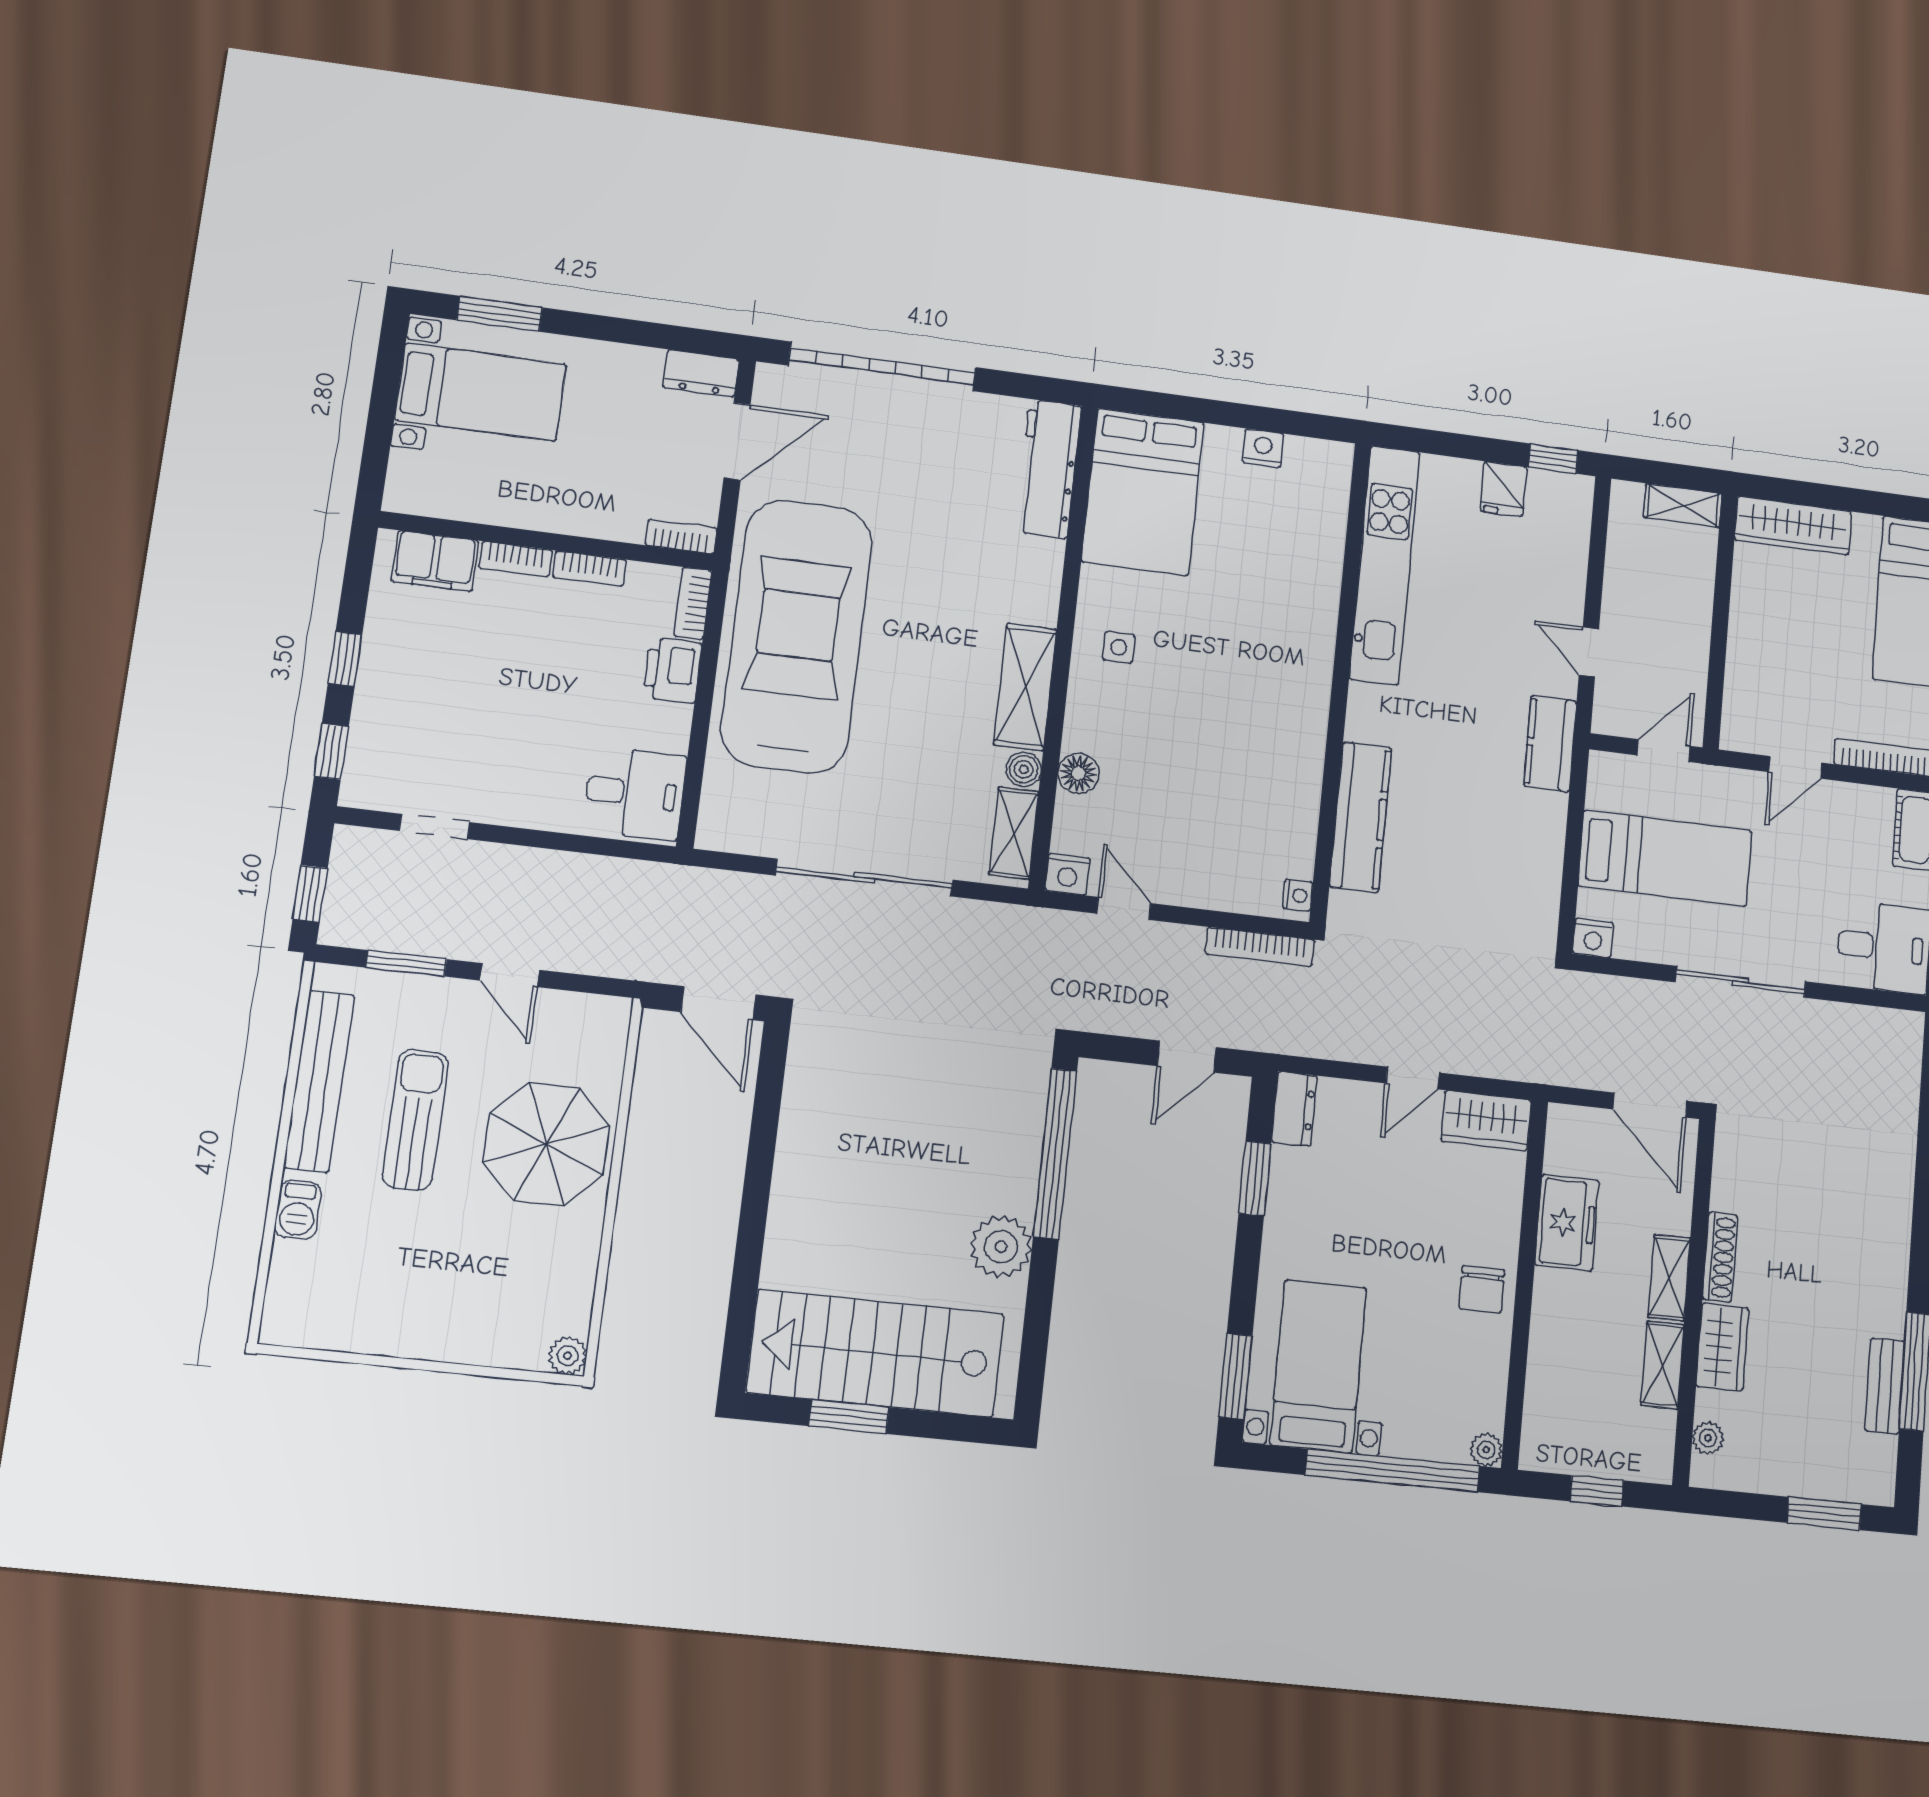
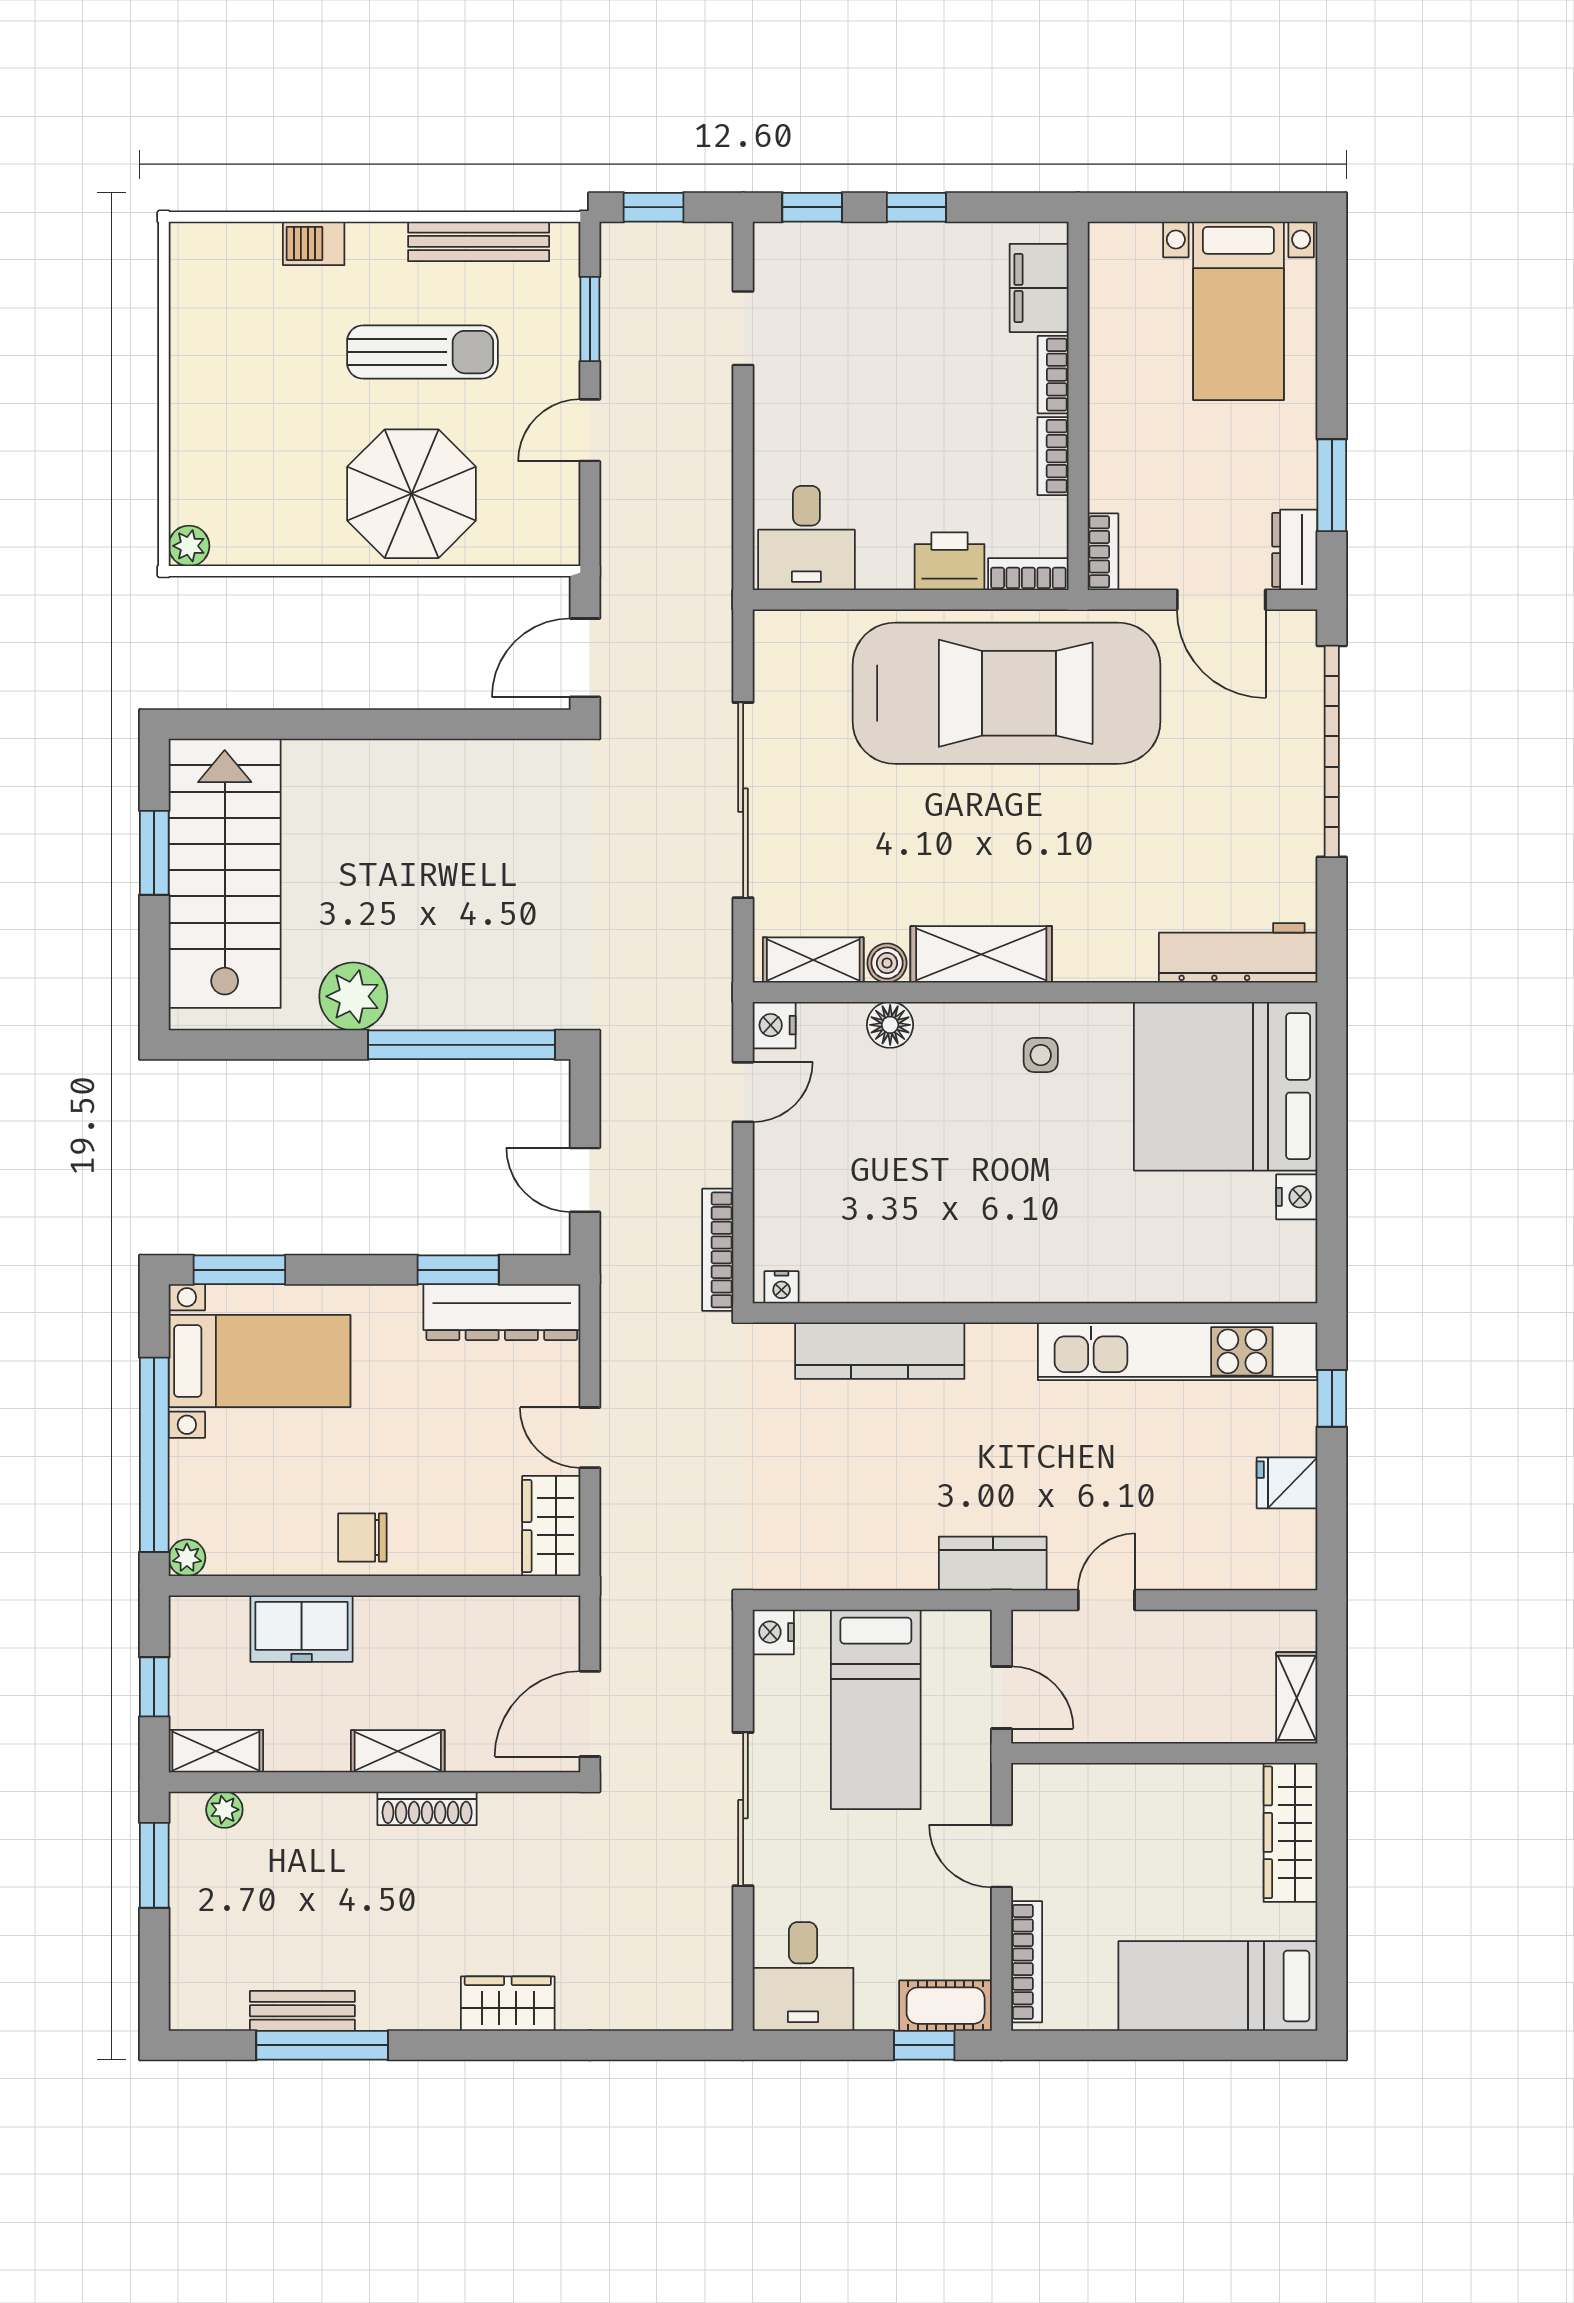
window: (499, 314) -> (1332, 485), moved
window: (1554, 459) -> (1332, 1398), moved
bed: (1143, 492) -> (1226, 1086), width x1.36
bench: (319, 1081) -> (479, 241), width x0.73, depth x0.82
dresser: (1294, 1109) -> (502, 1312), width x1.96, depth x1.24
freezer: (1567, 1223) -> (302, 1629), moved
wardrobe: (1722, 1347) -> (508, 2004), moved, turned 180
shelving: (1662, 1365) -> (216, 1751), moved
window: (1824, 1513) -> (154, 1865), moved

